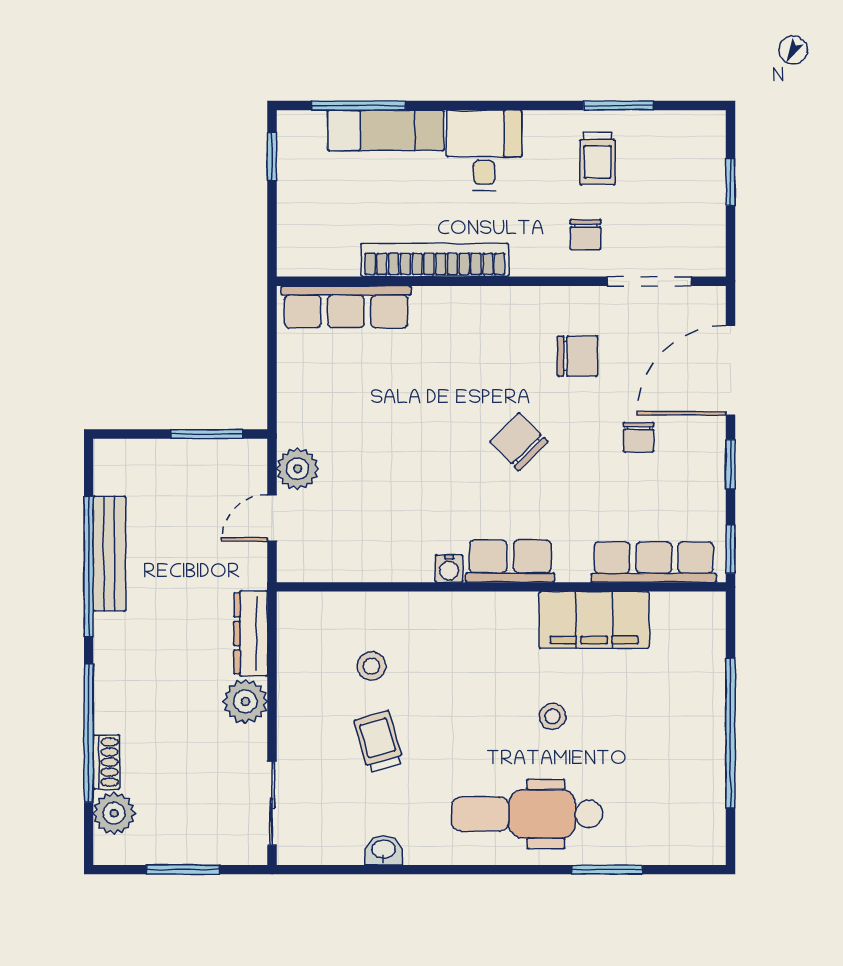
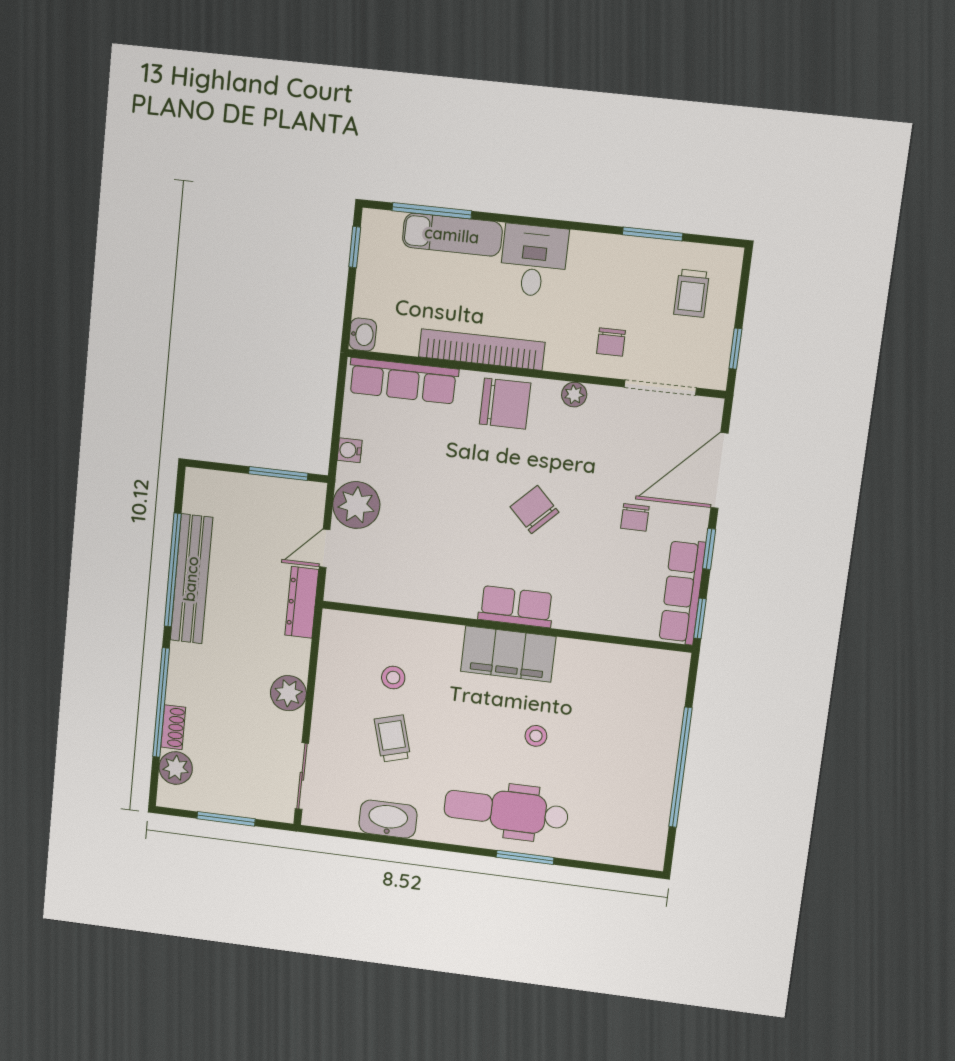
trolley: (598, 158) -> (692, 293), moved
window: (731, 182) -> (735, 349), moved
washbasin: (292, 258) -> (363, 335), added
plant: (550, 301) -> (574, 395), added
chair: (577, 356) -> (505, 404), moved, width x1.37, depth x1.37
plant: (298, 469) -> (356, 505), width x1.36, depth x1.36
bench: (109, 554) -> (191, 579), width x1.37, depth x1.21
row of seats: (654, 562) -> (682, 592), moved, turned -90
water cooler: (449, 569) -> (350, 450), moved, turned 90
filing cabinet: (594, 620) -> (508, 654), moved
dresser: (251, 633) -> (302, 602), moved
washbasin: (384, 850) -> (388, 819), width x1.91, depth x1.45
window: (607, 870) -> (525, 857), moved

